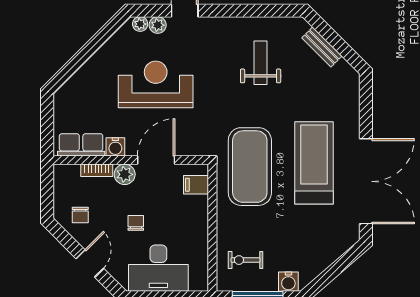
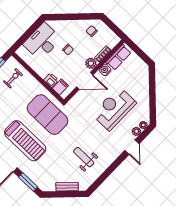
weight bench: (261, 63) -> (84, 157), turned 180
reception desk: (156, 84) -> (114, 109), turned 180
window: (366, 105) -> (28, 182), added
door: (156, 160) -> (85, 81), hinge flipped
printer: (199, 206) -> (51, 80), added
door: (90, 263) -> (69, 17), removed

